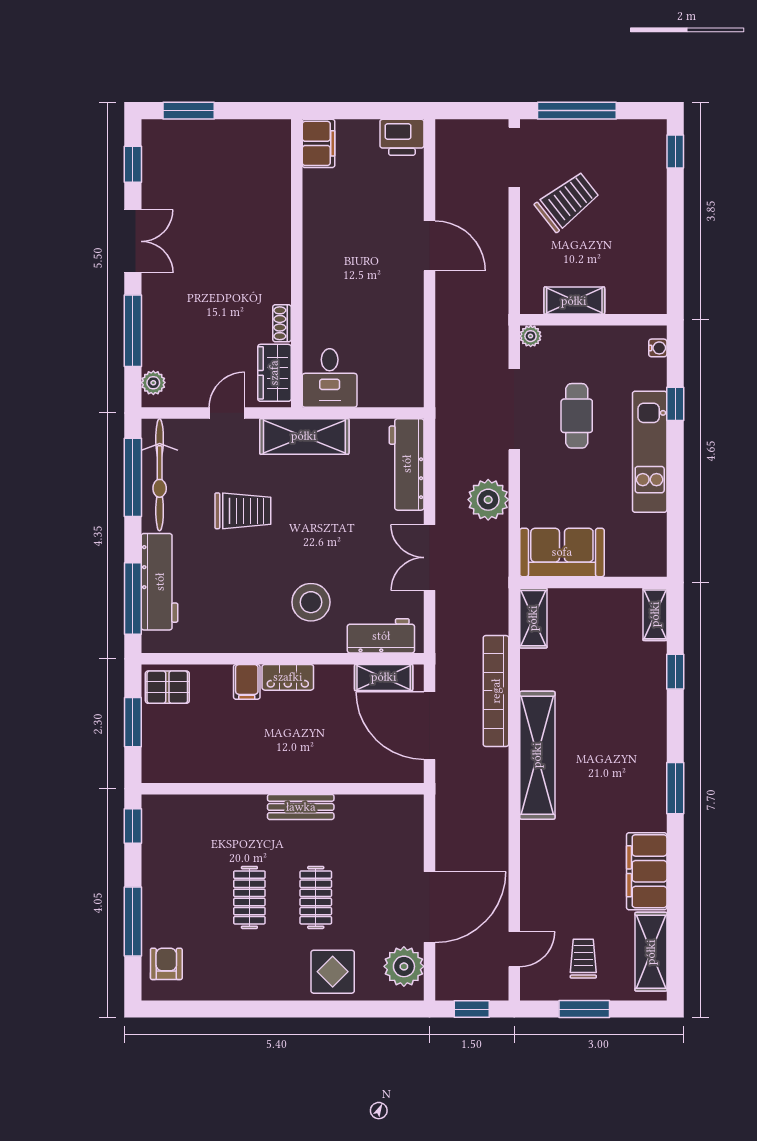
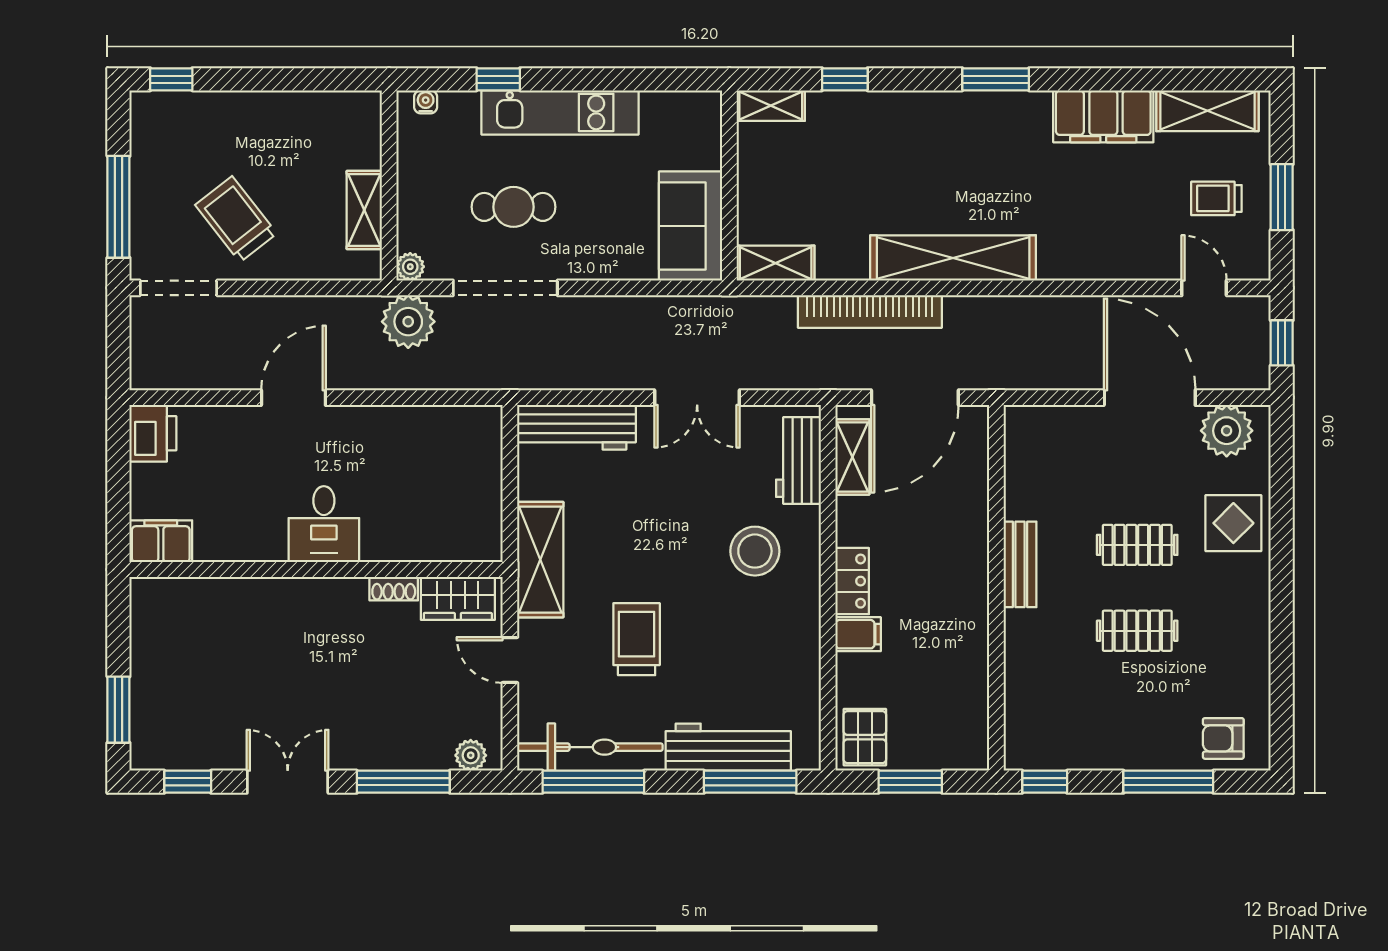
desk: (330, 378) -> (324, 524), moved, turned 90
plant: (488, 500) -> (408, 322), moved

